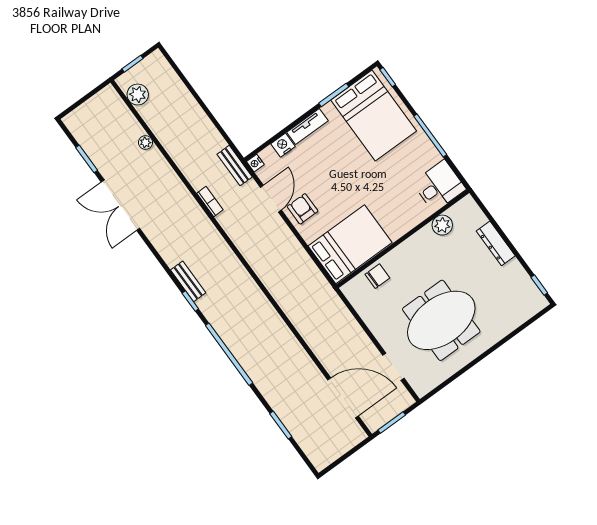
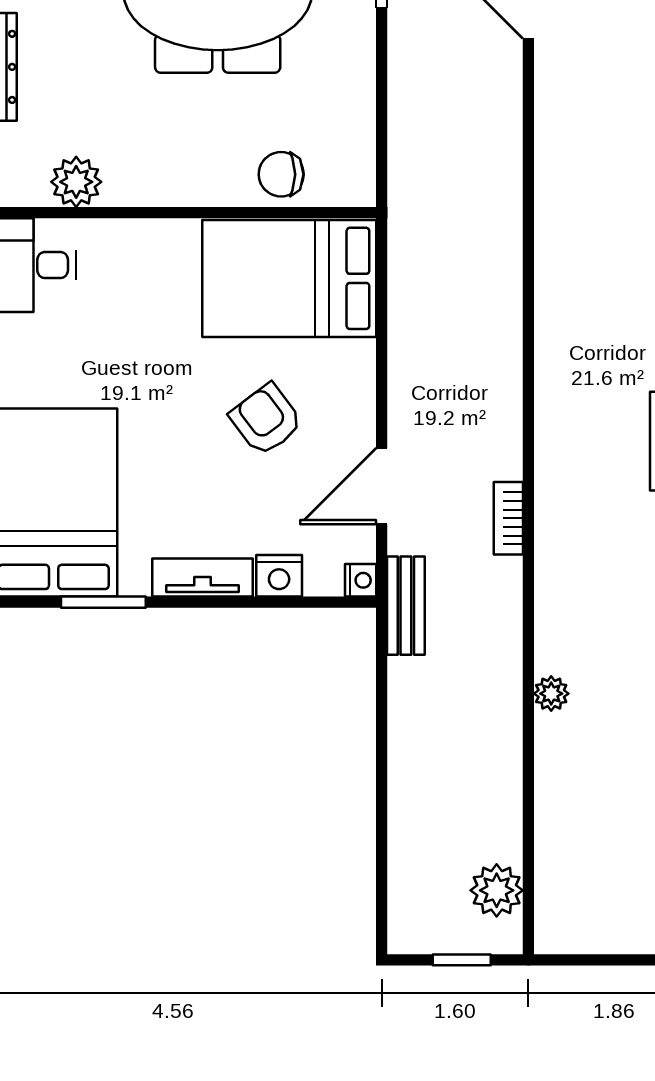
plant: (145, 142) -> (551, 694), moved
bookcase: (210, 201) -> (508, 518), moved
armchair: (303, 209) -> (266, 420), moved, turned 143

